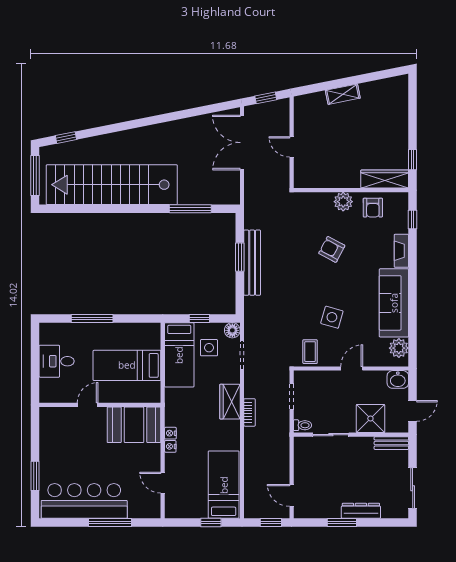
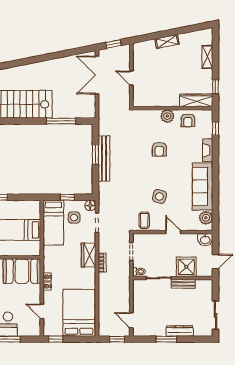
shelving: (401, 116) -> (207, 57), added
armchair: (332, 249) -> (159, 149), turned -118
door: (352, 369) -> (173, 232), hinge flipped
bench: (391, 443) -> (183, 284), moved
bed: (224, 485) -> (79, 313), width x1.50
window: (211, 523) -> (56, 339), moved

